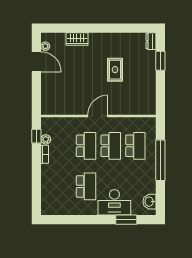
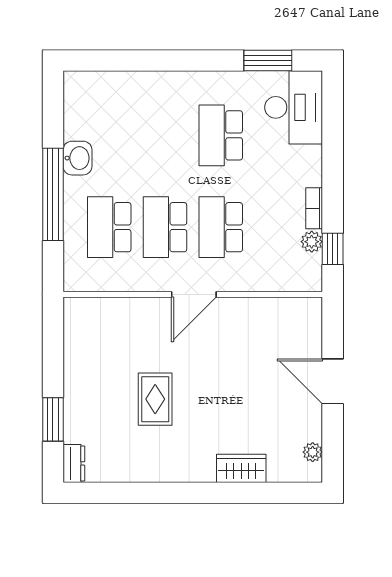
door: (36, 62) -> (333, 381), moved
desk: (114, 202) -> (294, 107), moved, turned 90
washbasin: (149, 202) -> (77, 158), moved
window: (126, 220) -> (268, 61), moved

